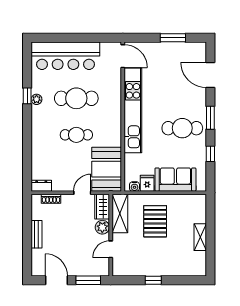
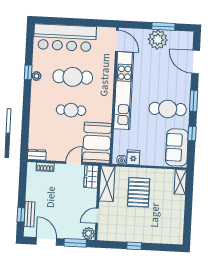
plant: (168, 53) -> (158, 40), added
sofa: (175, 180) -> (177, 147), moved, turned -90
plant: (102, 227) -> (88, 233), moved
bench: (37, 234) -> (29, 214), moved
shelving: (200, 237) -> (180, 182), moved
window: (27, 253) -> (21, 215), added

